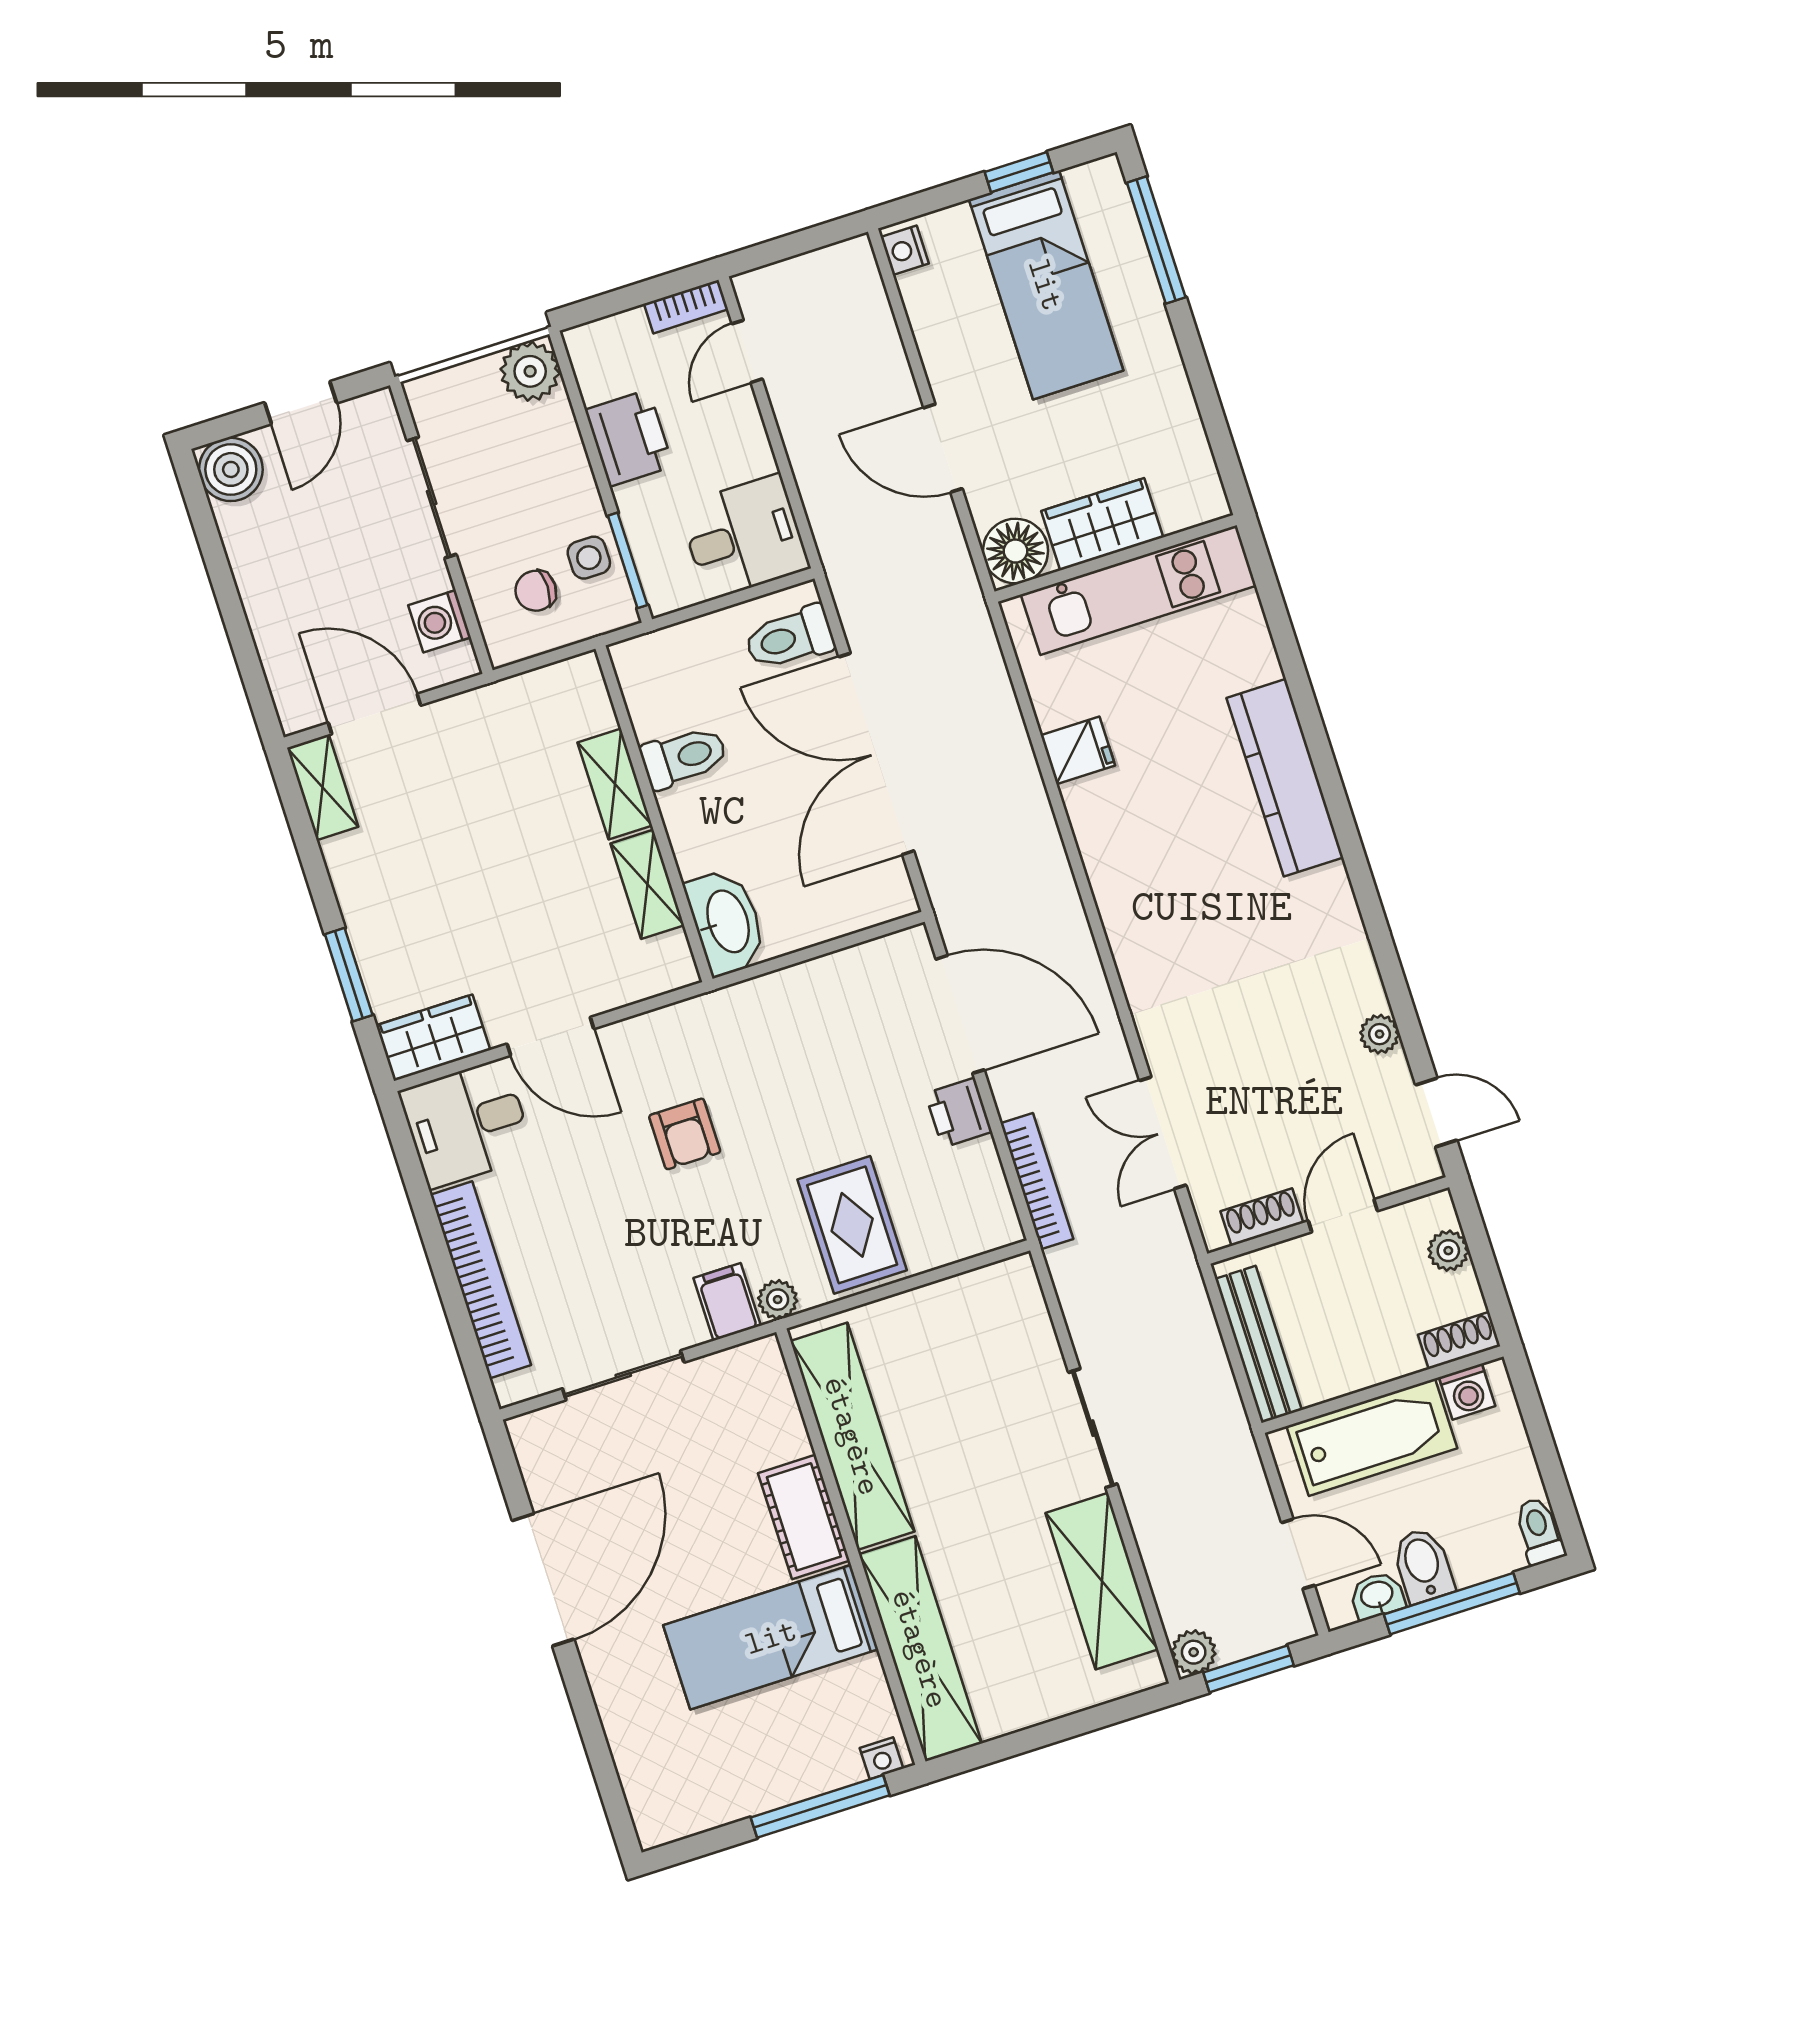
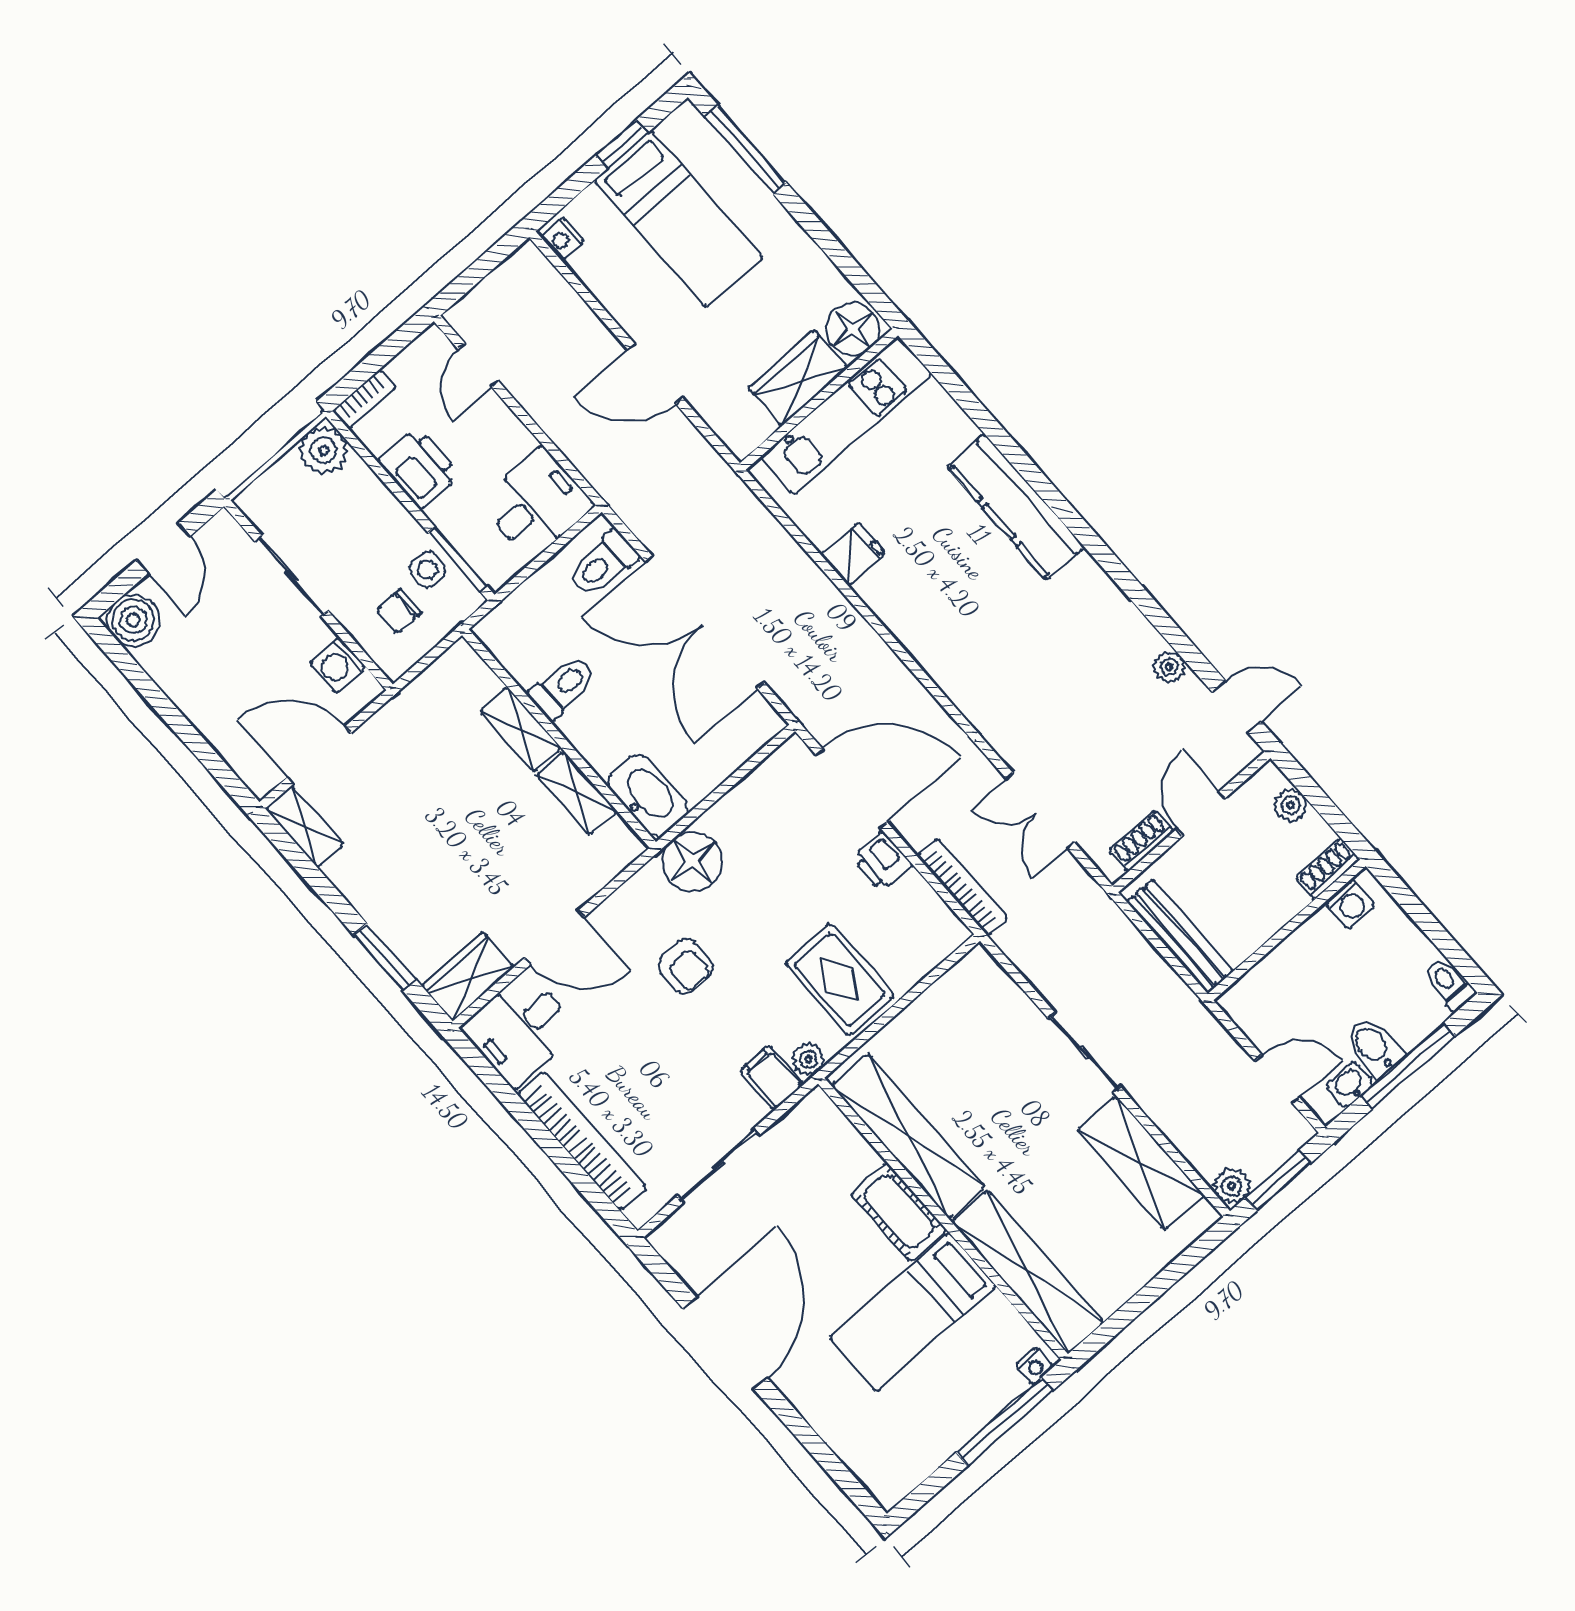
bookcase: (686, 307) -> (364, 399), moved
floor lamp: (1016, 551) -> (852, 329), moved
floor lamp: (744, 1018) -> (692, 861), added
bathtub: (1372, 1437) -> (1294, 969), removed

